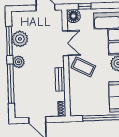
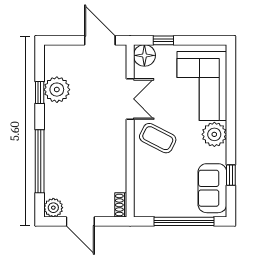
window: (9, 41) -> (40, 92), width x0.46
plant: (19, 62) -> (53, 208), moved
bench: (60, 79) -> (119, 157), removed

